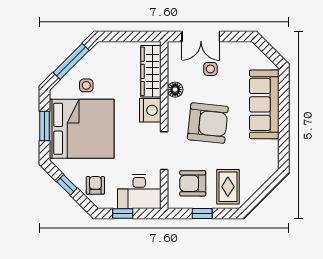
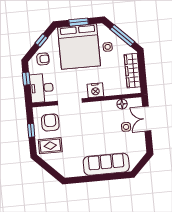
wardrobe: (151, 71) -> (132, 71), moved, turned -90
floor lamp: (175, 90) -> (122, 104), moved
armchair: (208, 123) -> (91, 129), removed

